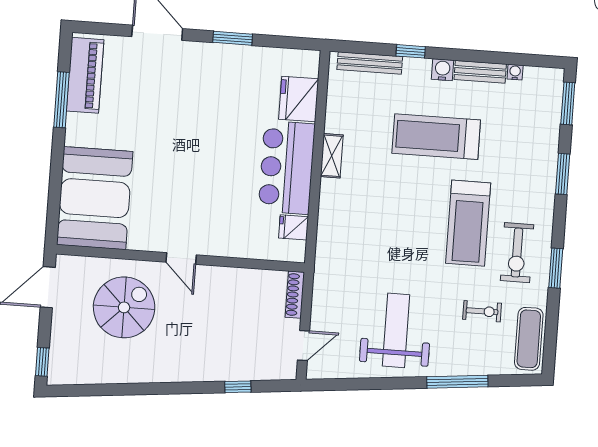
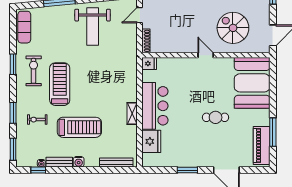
window: (411, 51) -> (38, 170), moved
cafe table: (171, 136) -> (216, 117), added
fridge: (294, 227) -> (149, 64), moved
spiral stairs: (124, 307) -> (233, 28), turned 90
exercise bike: (482, 311) -> (37, 120), moved

